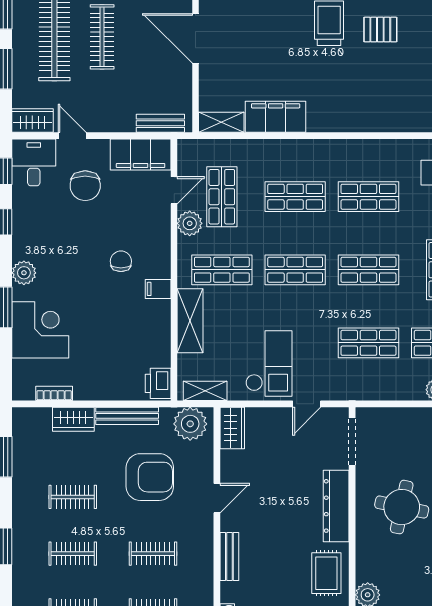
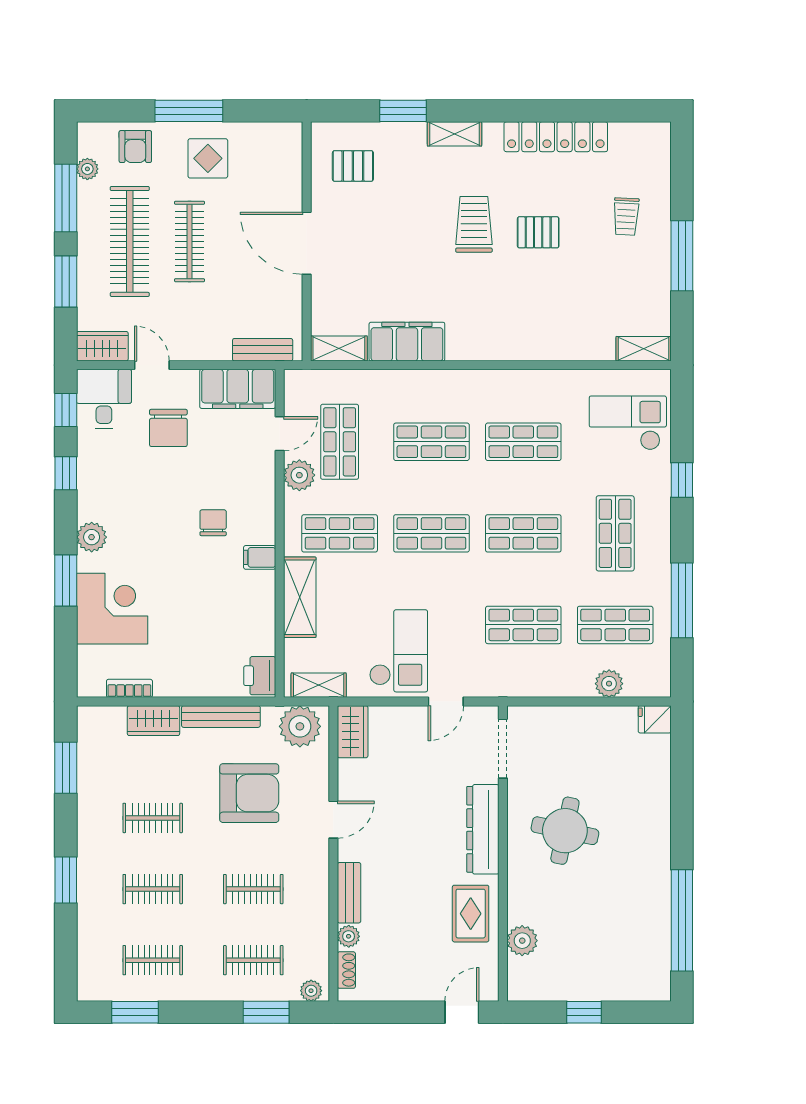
plant: (229, 591) -> (349, 936), added

